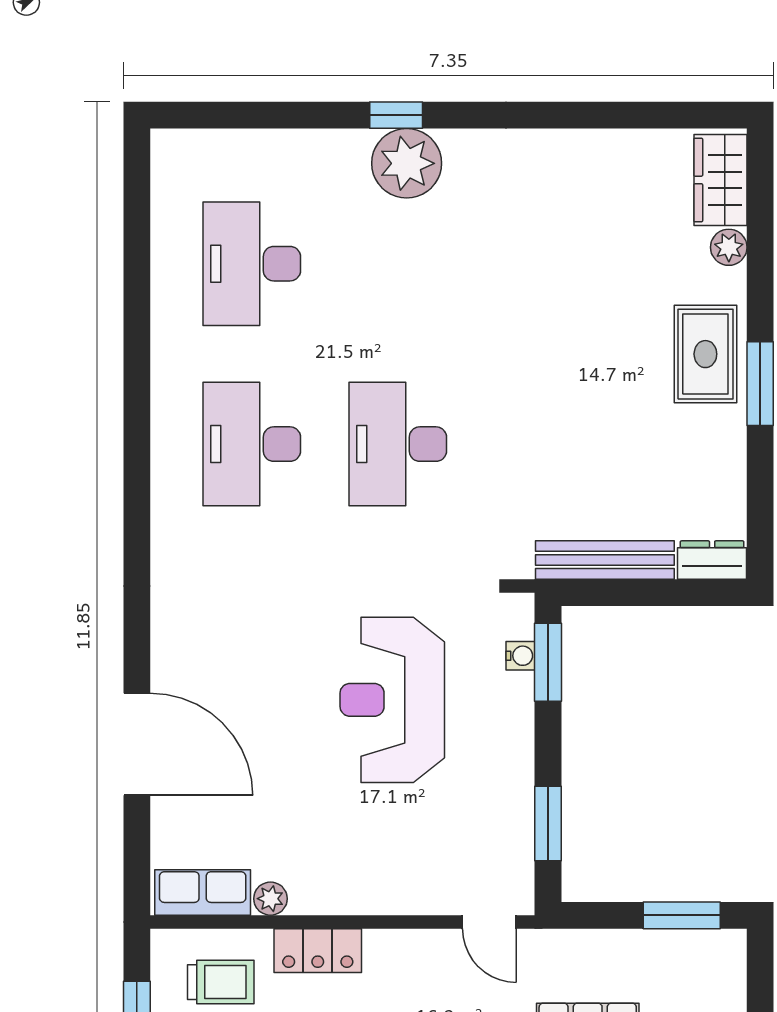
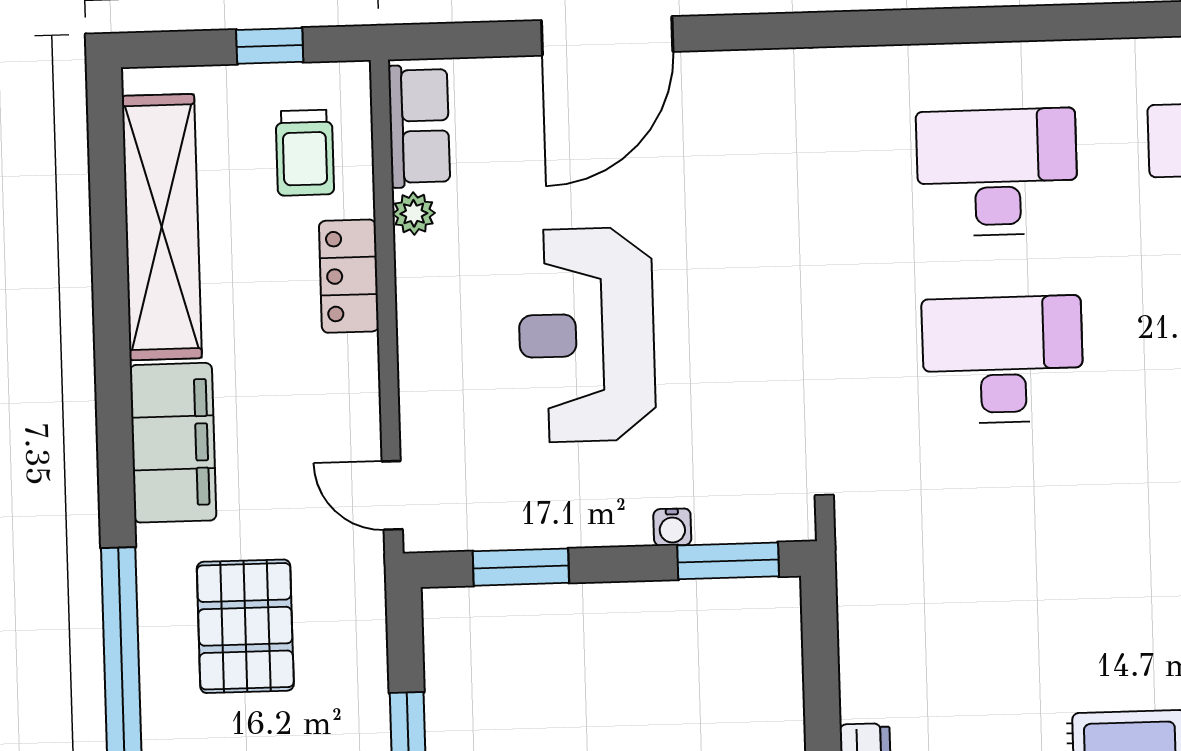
bench: (605, 560) -> (862, 630), removed
water cooler: (520, 656) -> (672, 527), moved
reception desk: (392, 700) -> (587, 335), moved, turned -90
door: (489, 922) -> (392, 495), hinge flipped

